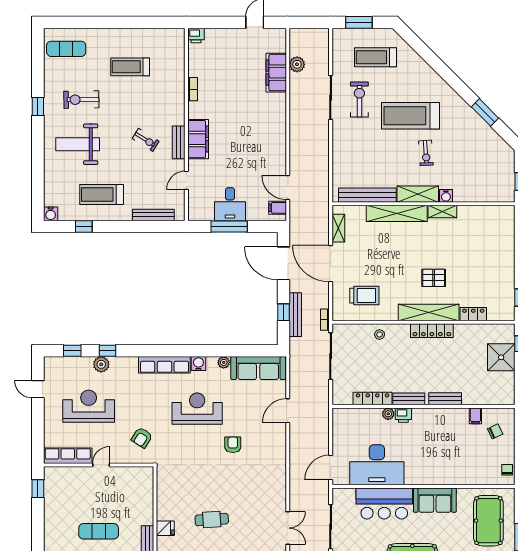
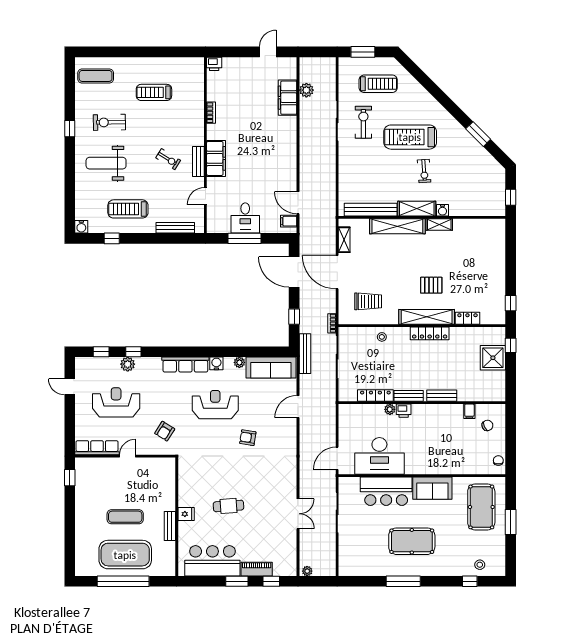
treadmill: (376, 57) -> (378, 84), turned 180
bench: (295, 315) -> (305, 354), moved
armchair: (233, 445) -> (248, 438), turned -81

